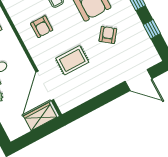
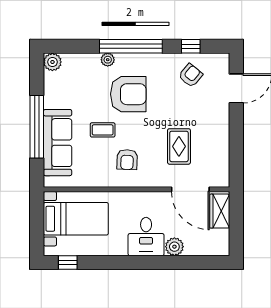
armchair: (42, 27) -> (127, 160), turned 92
armchair: (108, 35) -> (191, 75), moved, turned 92

